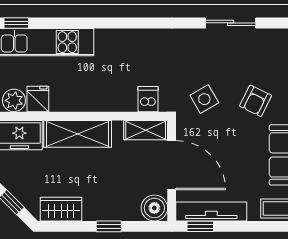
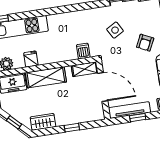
fridge: (38, 99) -> (31, 59), moved
side table: (204, 99) -> (115, 30), moved
boiler: (154, 208) -> (96, 113), removed
window: (200, 226) -> (138, 118), moved

